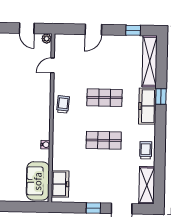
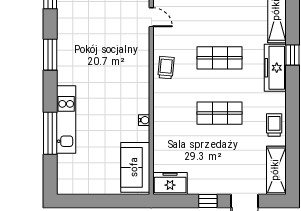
door: (52, 65) -> (151, 17), swing flipped
freezer: (60, 184) -> (170, 183), moved, turned -90

